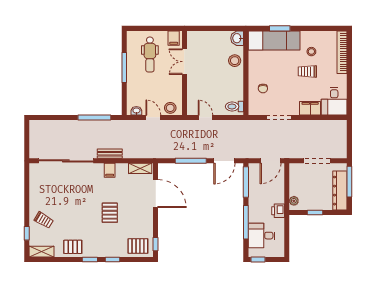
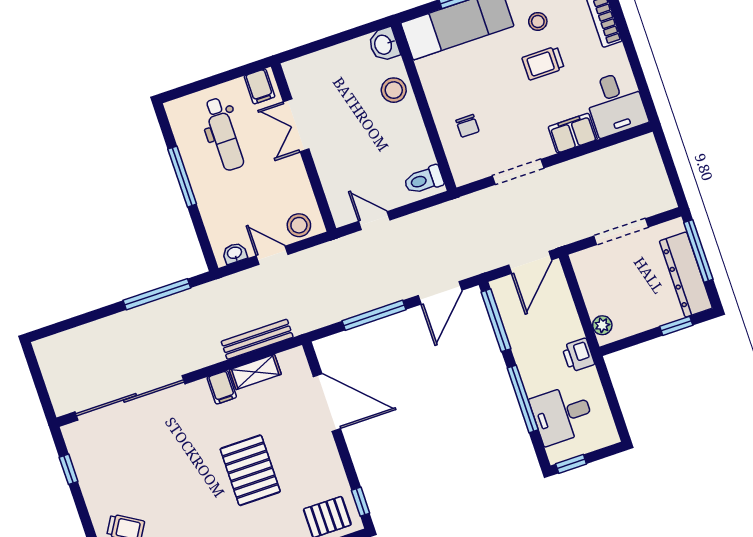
bench: (110, 154) -> (257, 339), moved, width x1.36
shelving: (140, 168) -> (255, 372), moved
window: (27, 184) -> (69, 469), added
pallet: (110, 213) -> (250, 470), width x1.50, depth x1.42
window: (315, 213) -> (676, 326), moved

